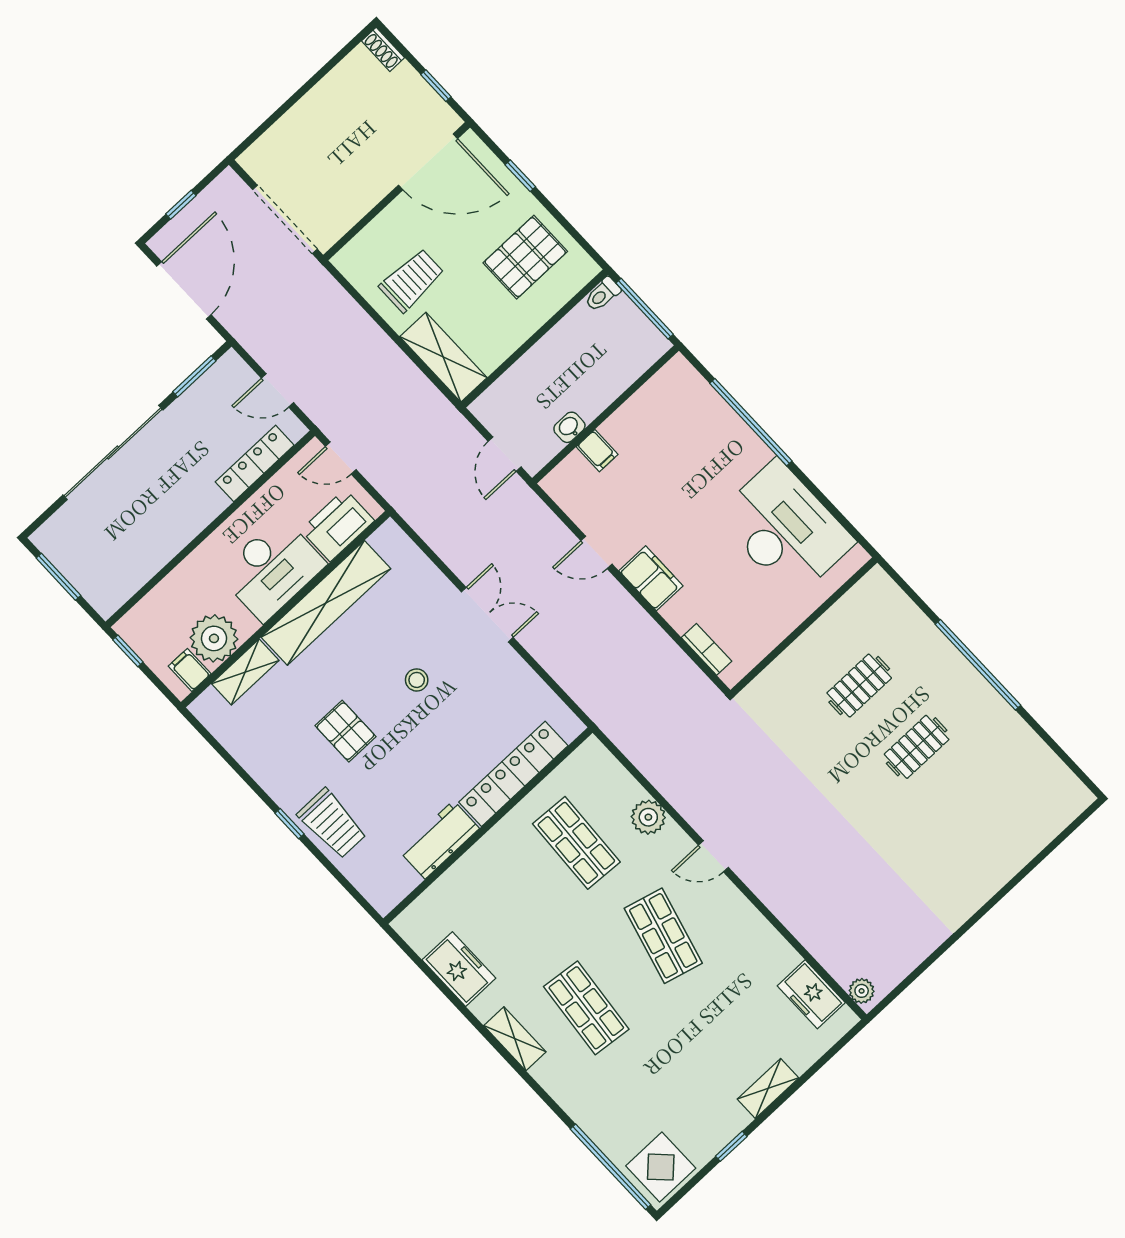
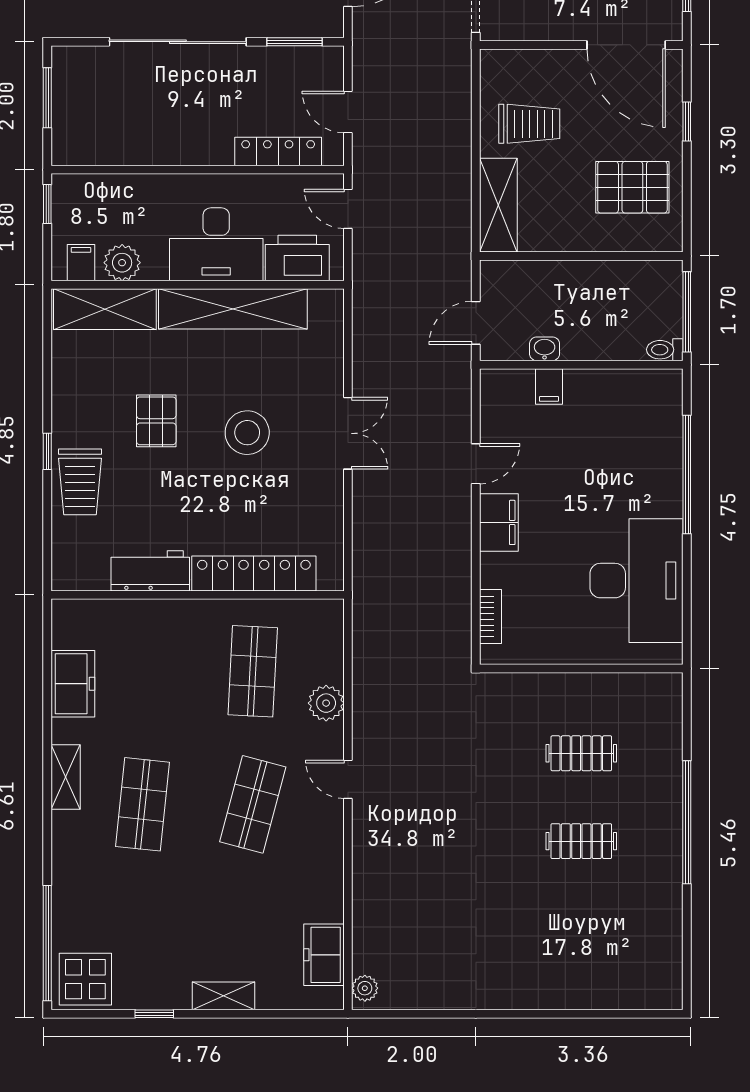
toilet: (603, 294) -> (665, 350), moved
door: (596, 552) -> (476, 464), swing flipped
plant: (214, 638) -> (122, 263), width x0.73, depth x0.73
shelving: (245, 672) -> (105, 309), width x1.50, depth x1.33
stool: (417, 680) -> (247, 433), width x1.89, depth x1.89

